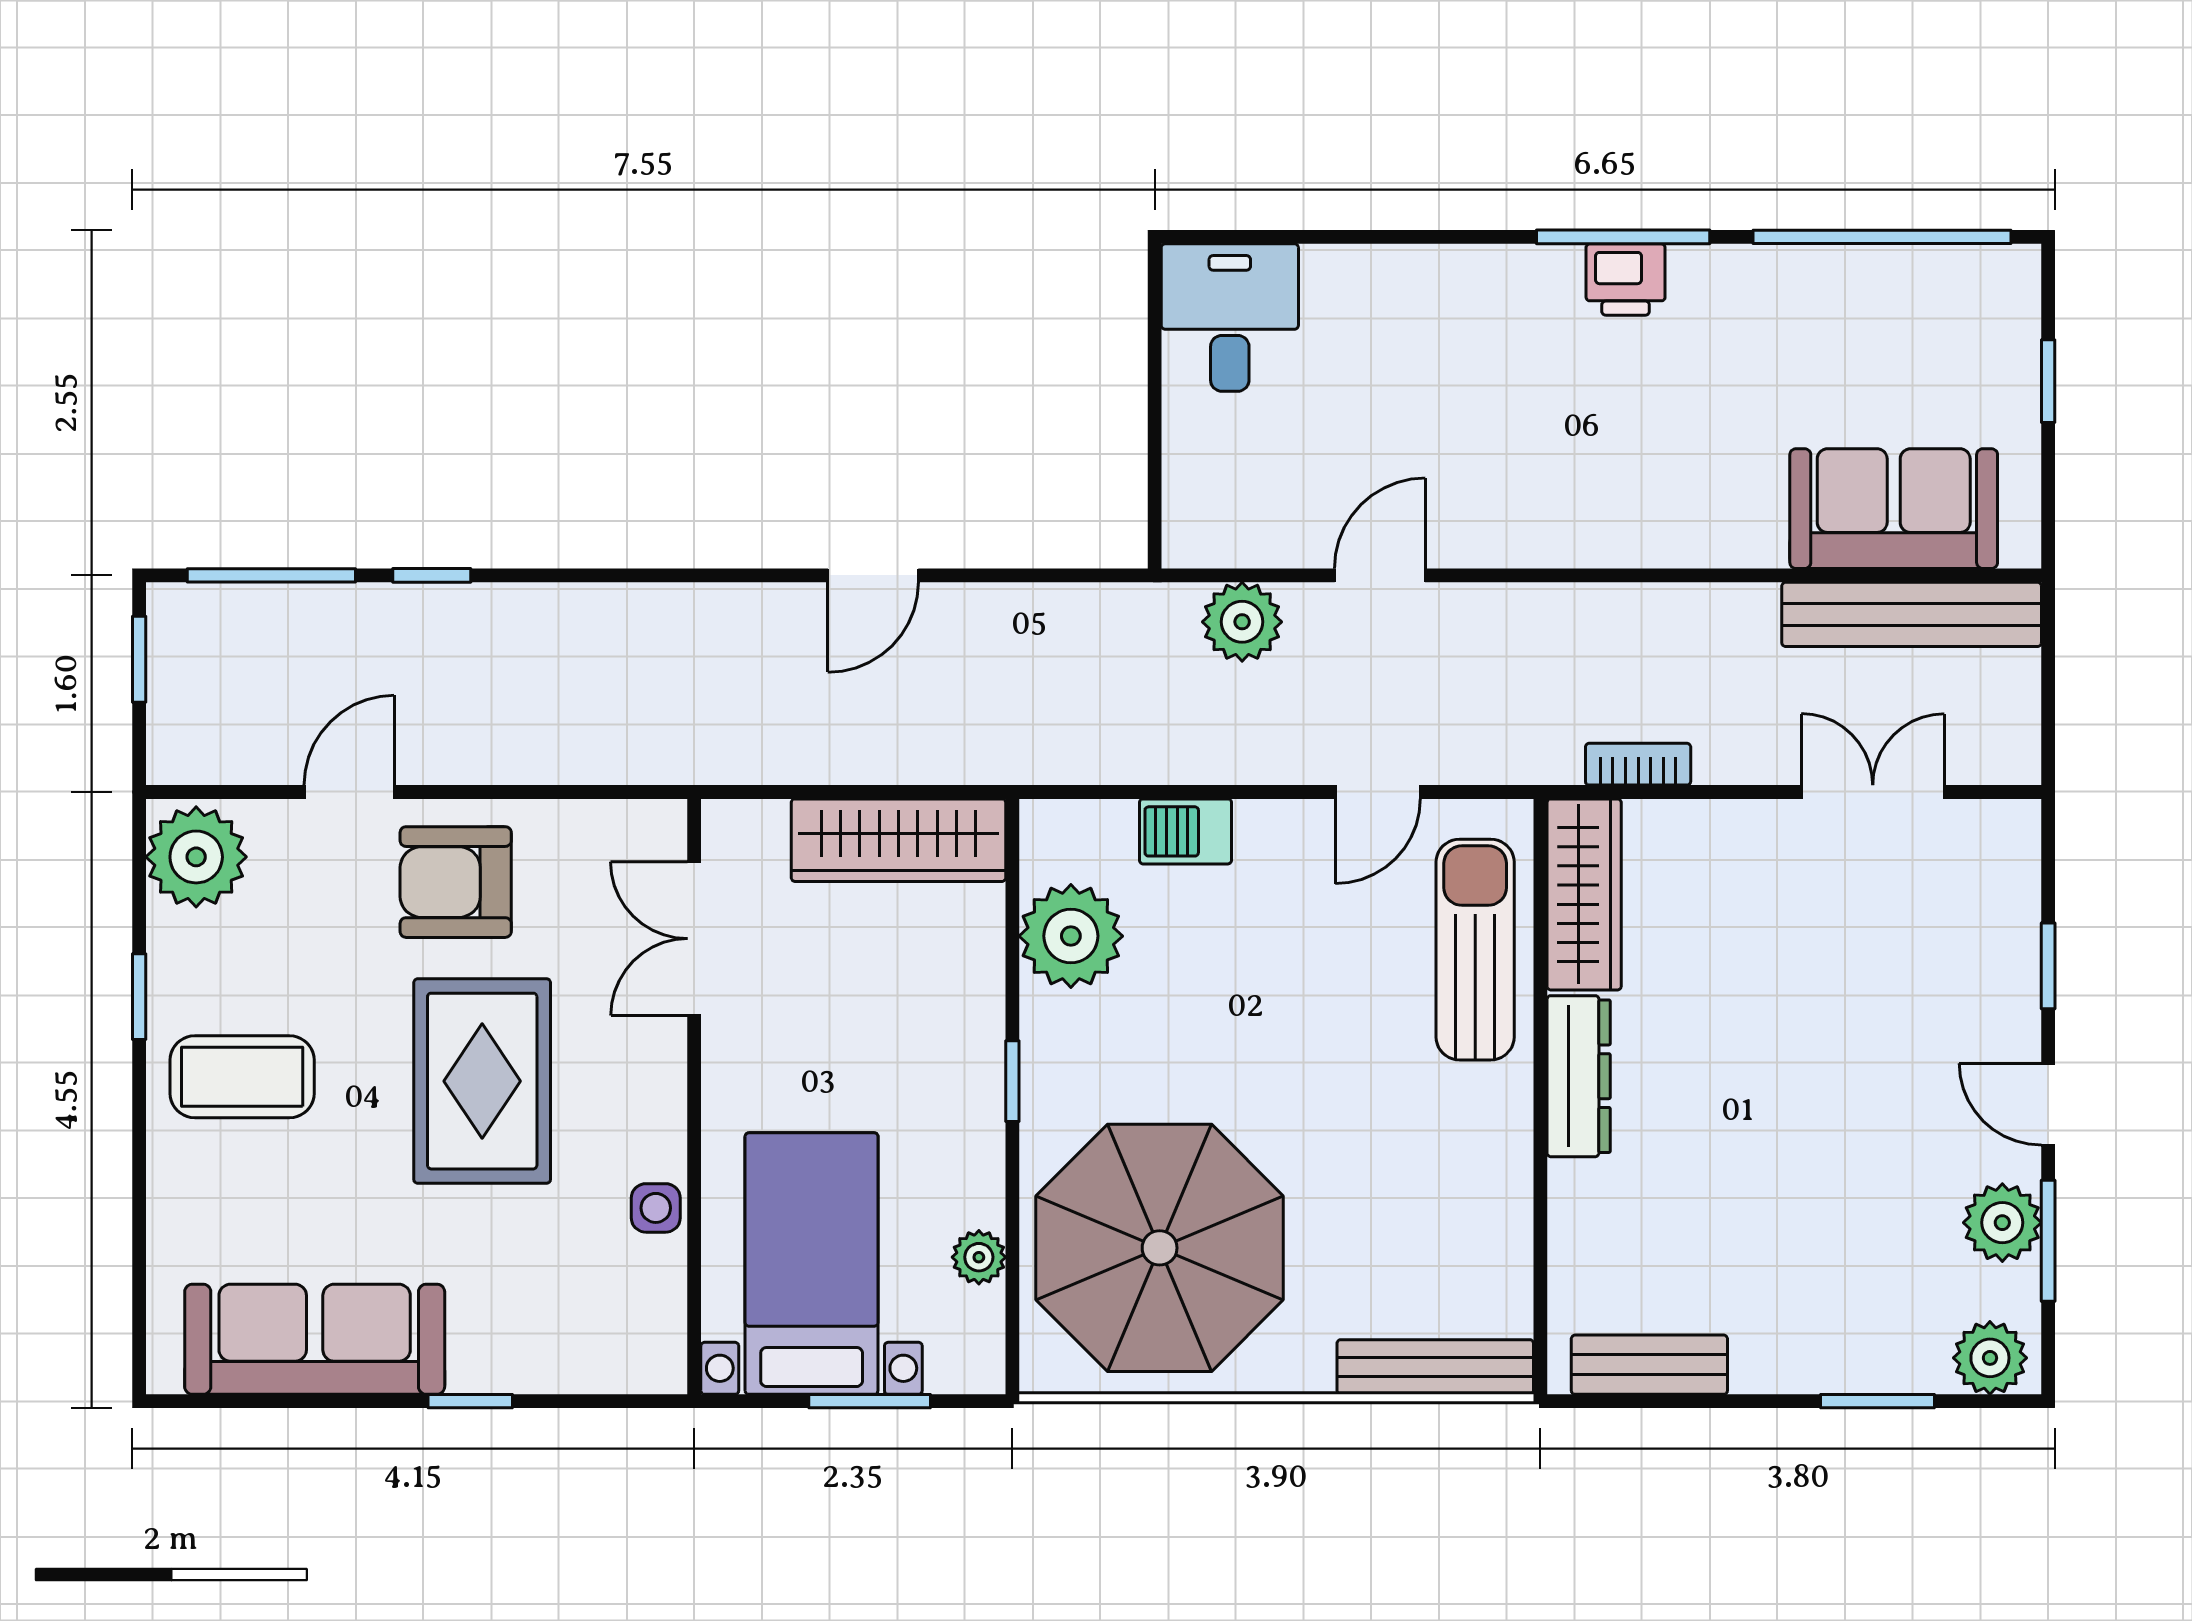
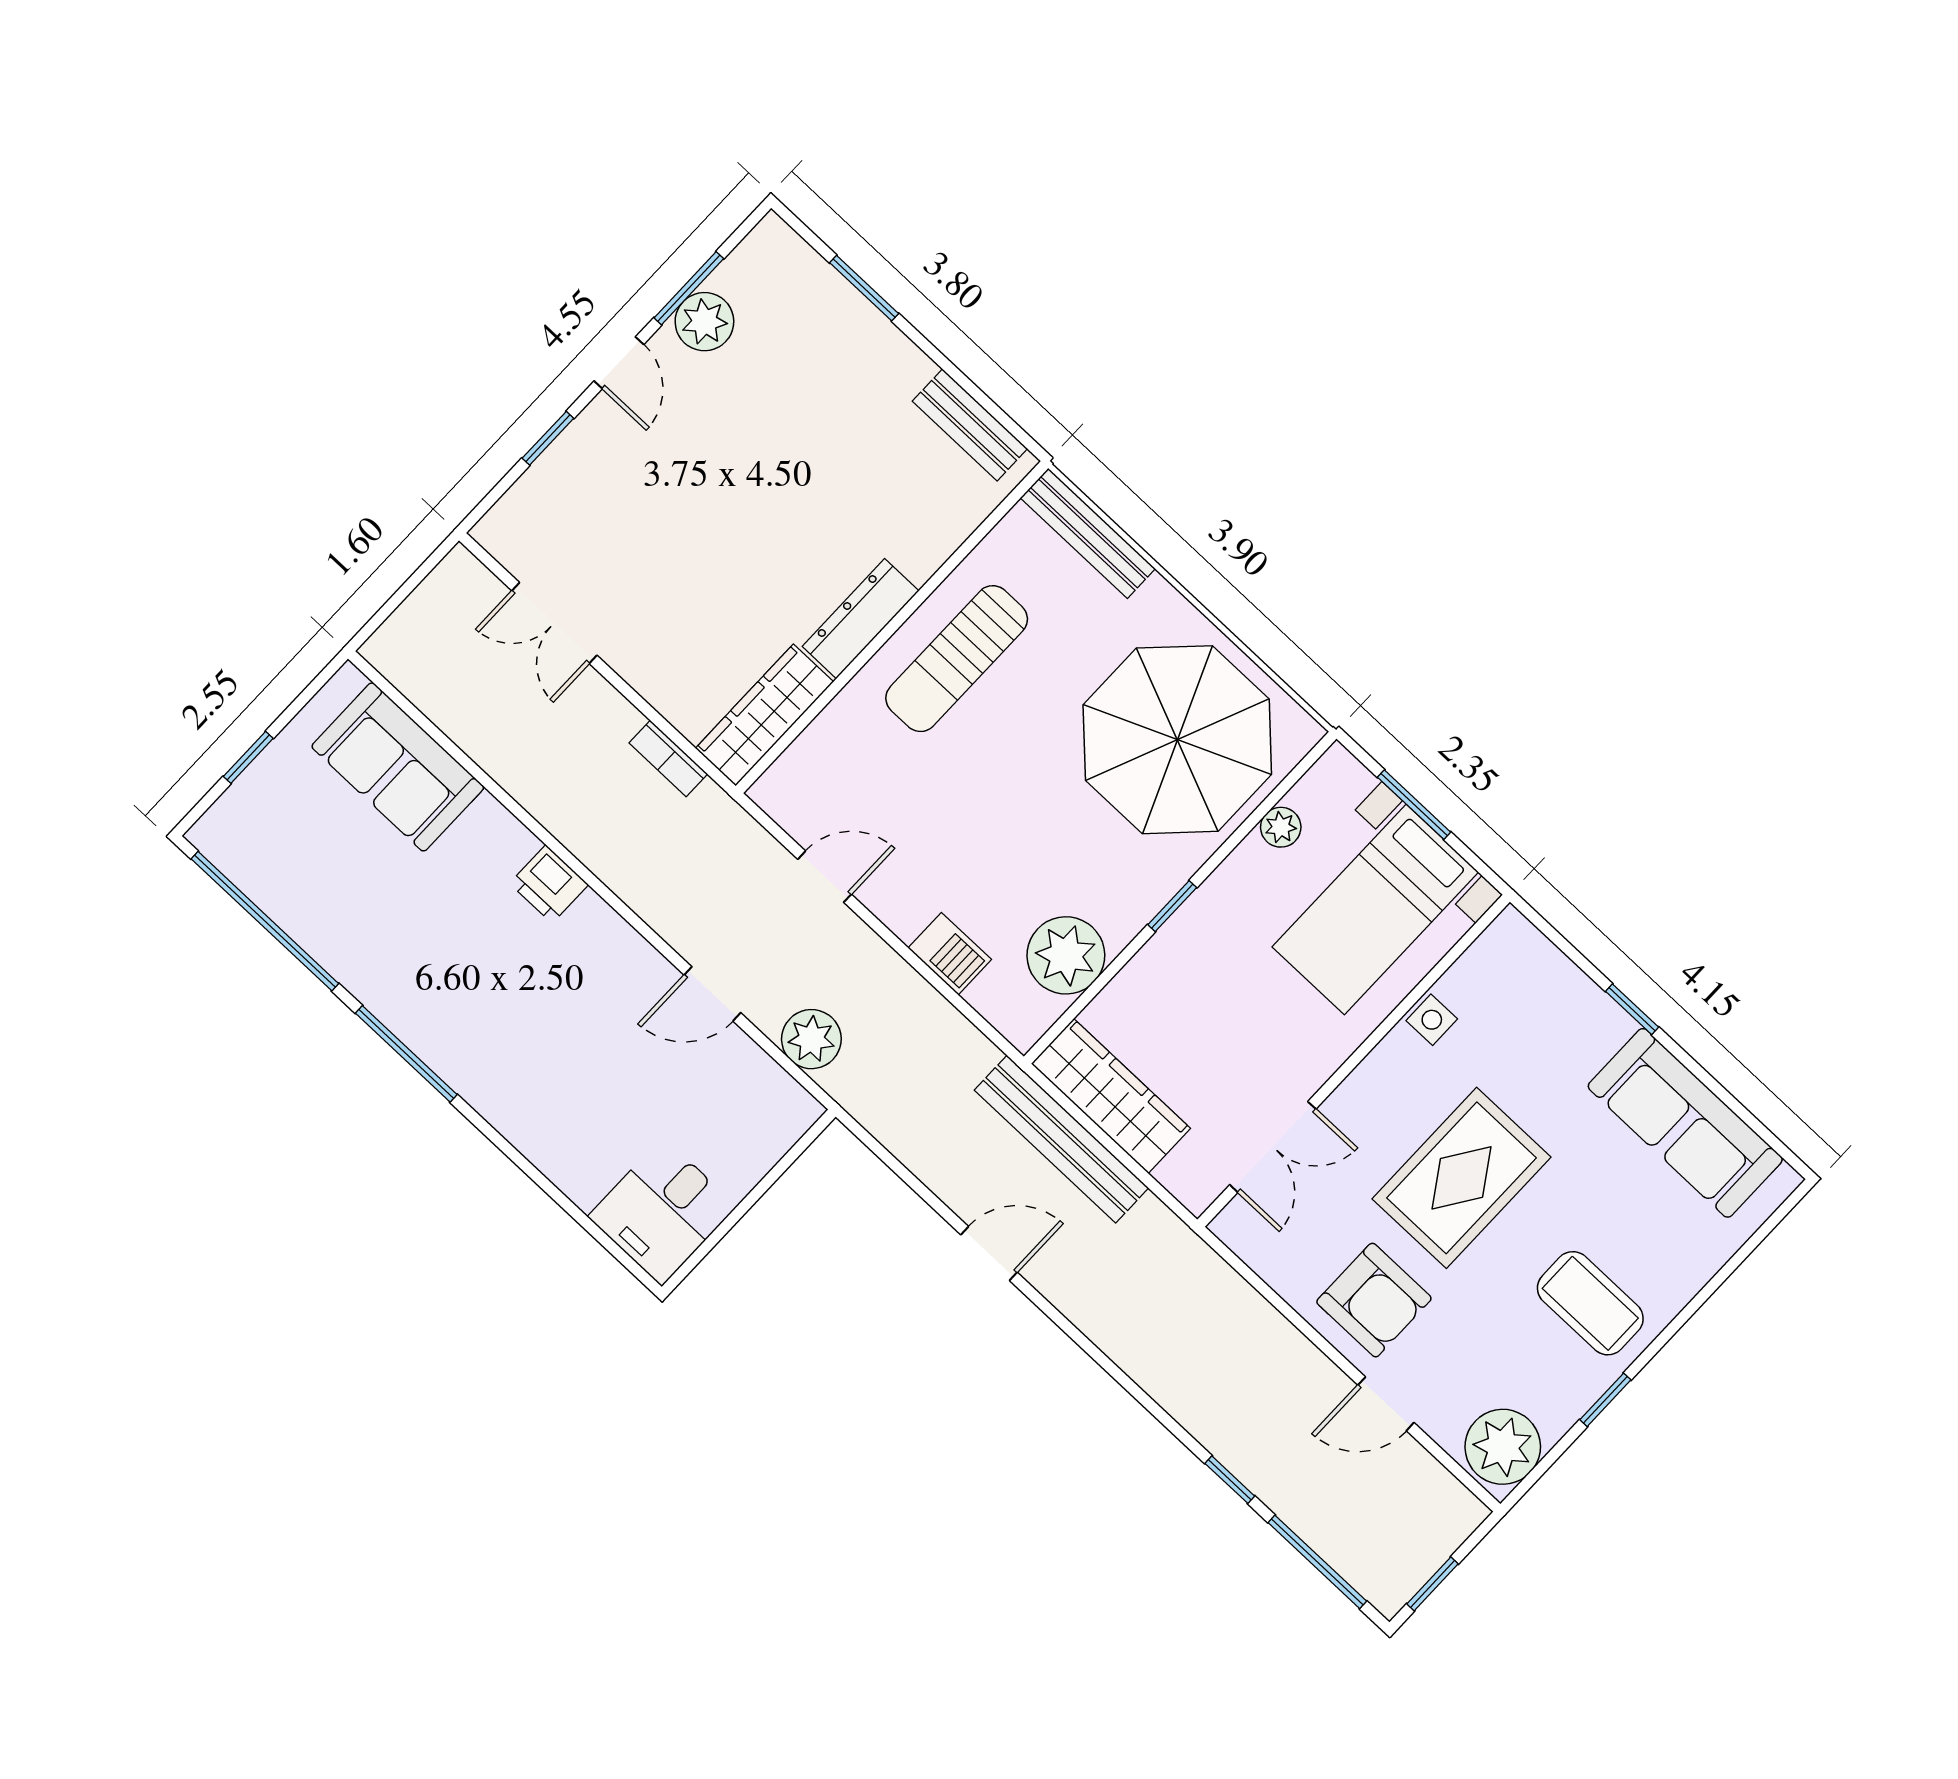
printer: (1626, 279) -> (549, 884), moved, turned 180
bench: (1912, 614) -> (1061, 1139), moved
sun lounger: (1475, 950) -> (957, 659), moved
plant: (1990, 1358) -> (781, 254), removed

